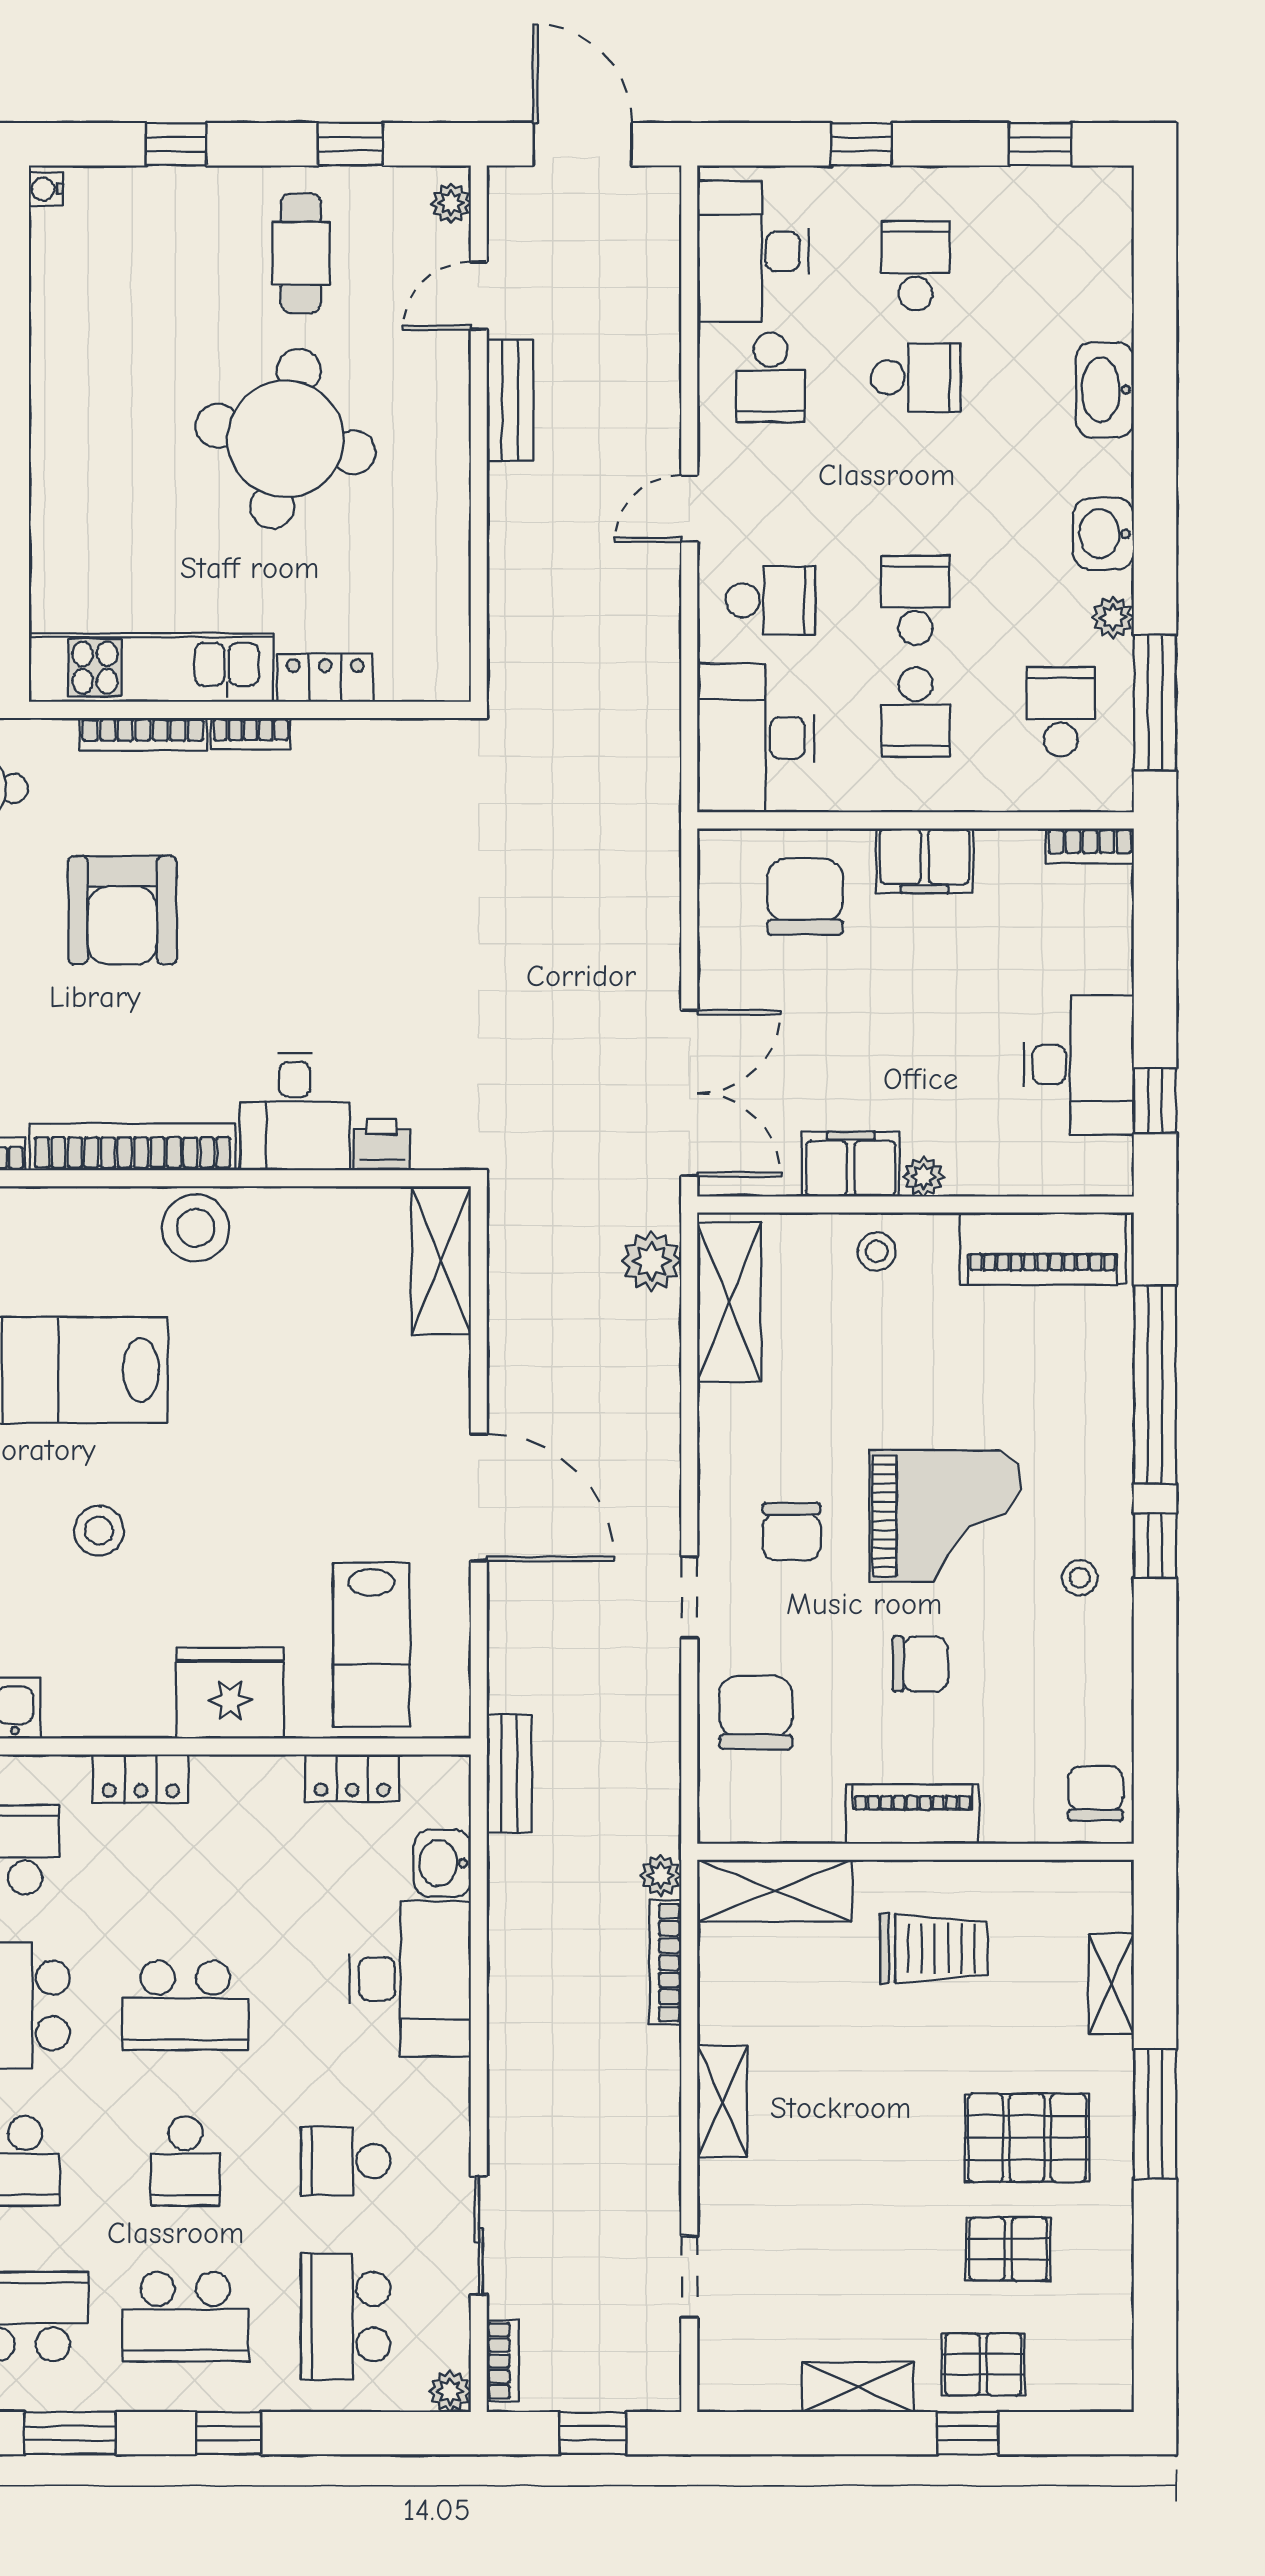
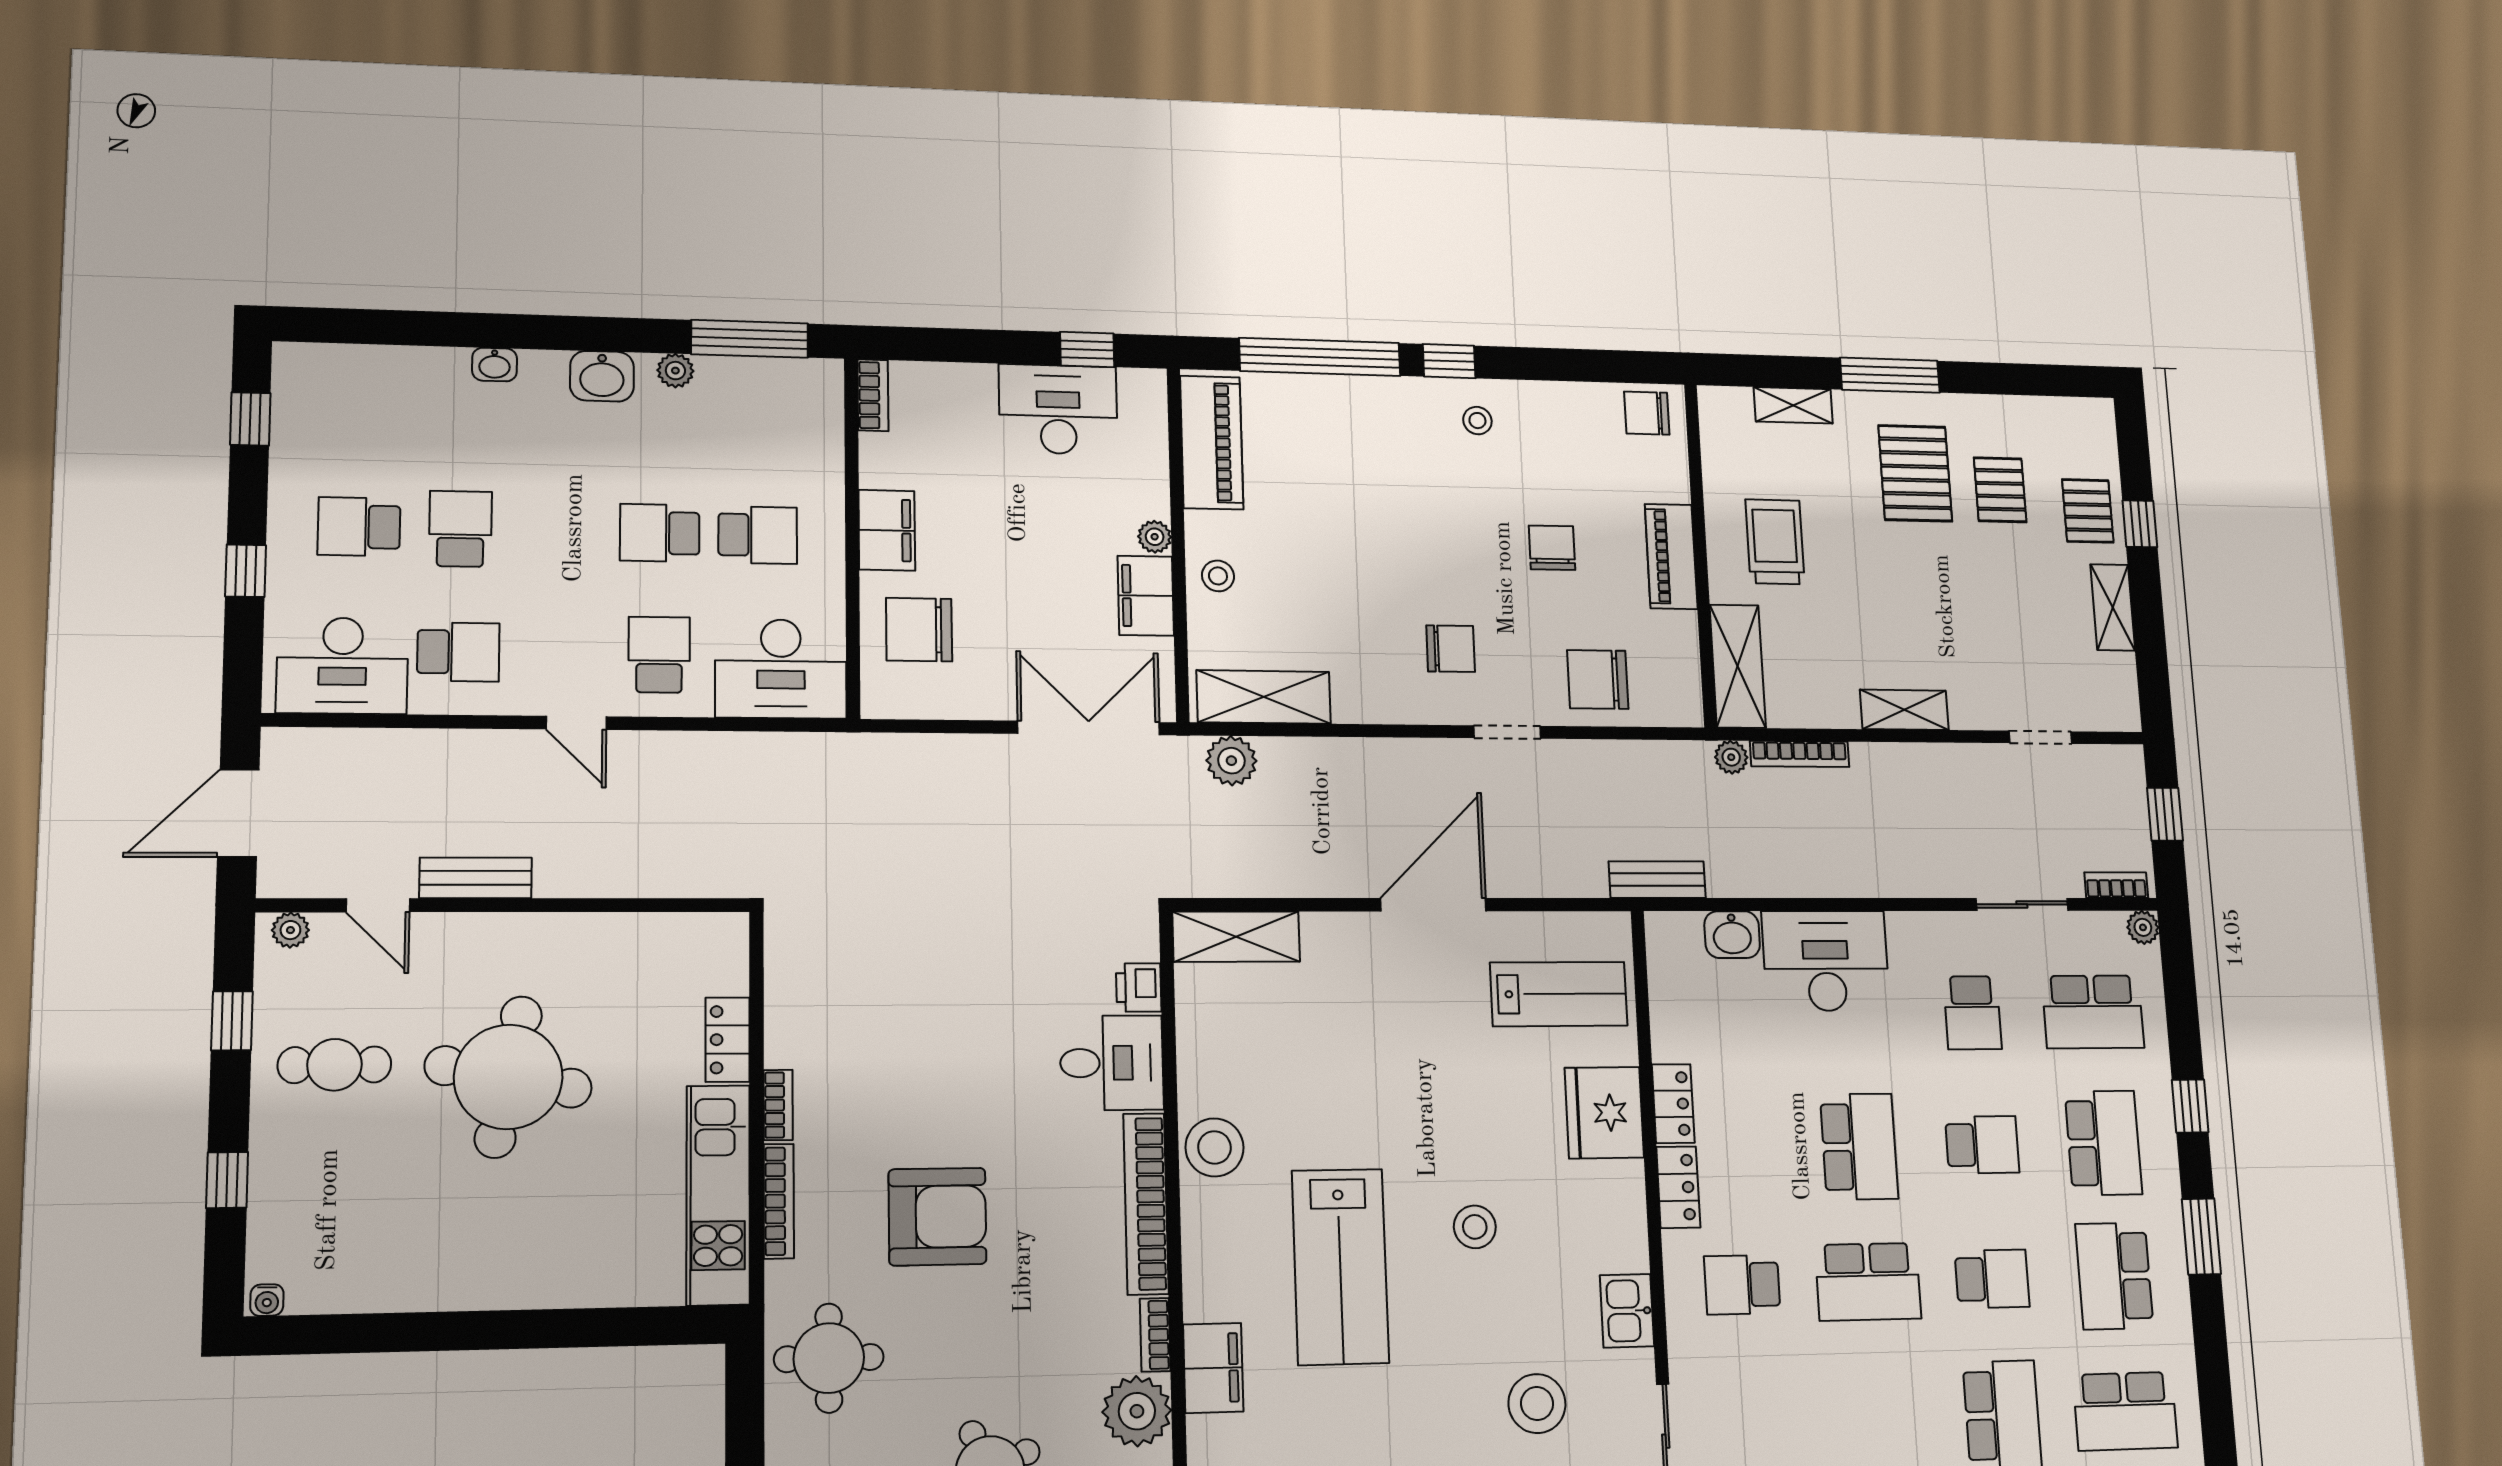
washbasin: (1105, 390) -> (495, 364), width x0.52, depth x0.69
school desk: (1061, 712) -> (758, 416), removed
grand piano: (945, 1516) -> (1433, 525), removed
locker: (352, 1778) -> (1673, 1104), moved

